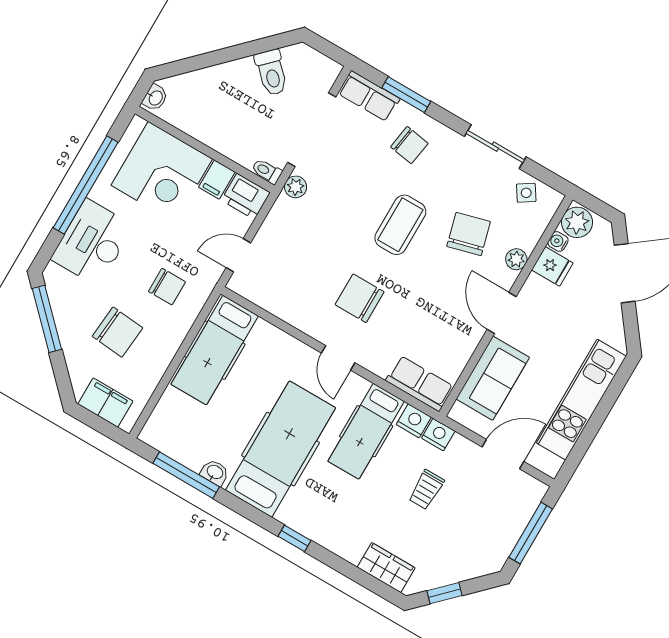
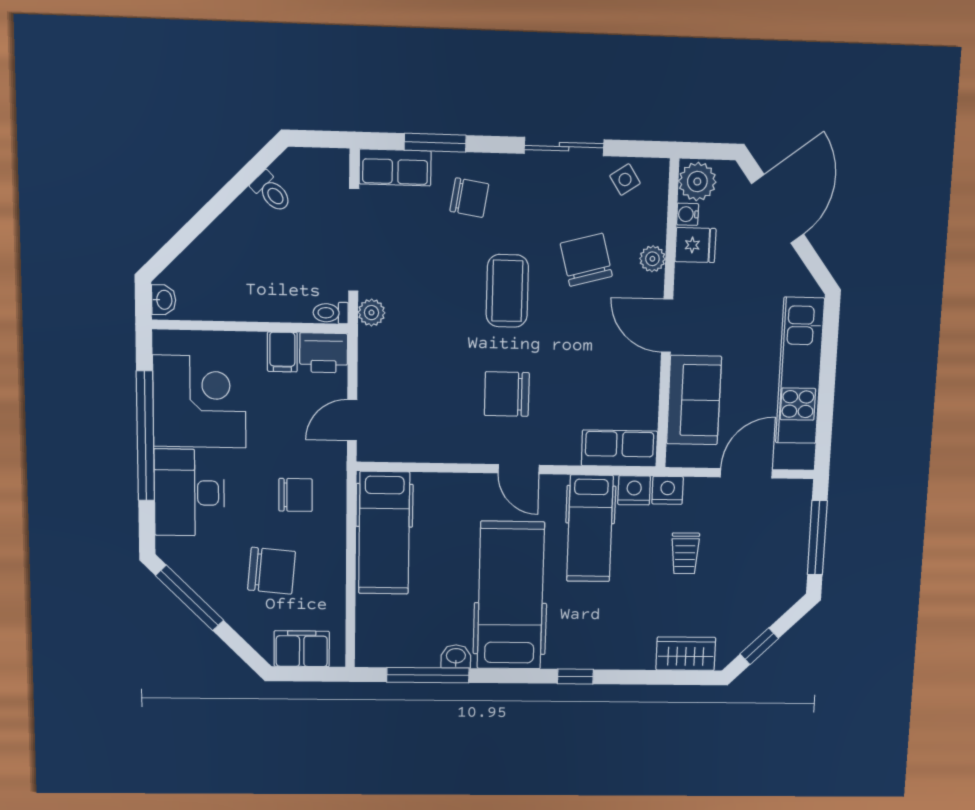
toilet: (271, 73) -> (271, 192), width x0.73, depth x0.72
corner desk: (162, 172) -> (199, 402), moved, turned -90

